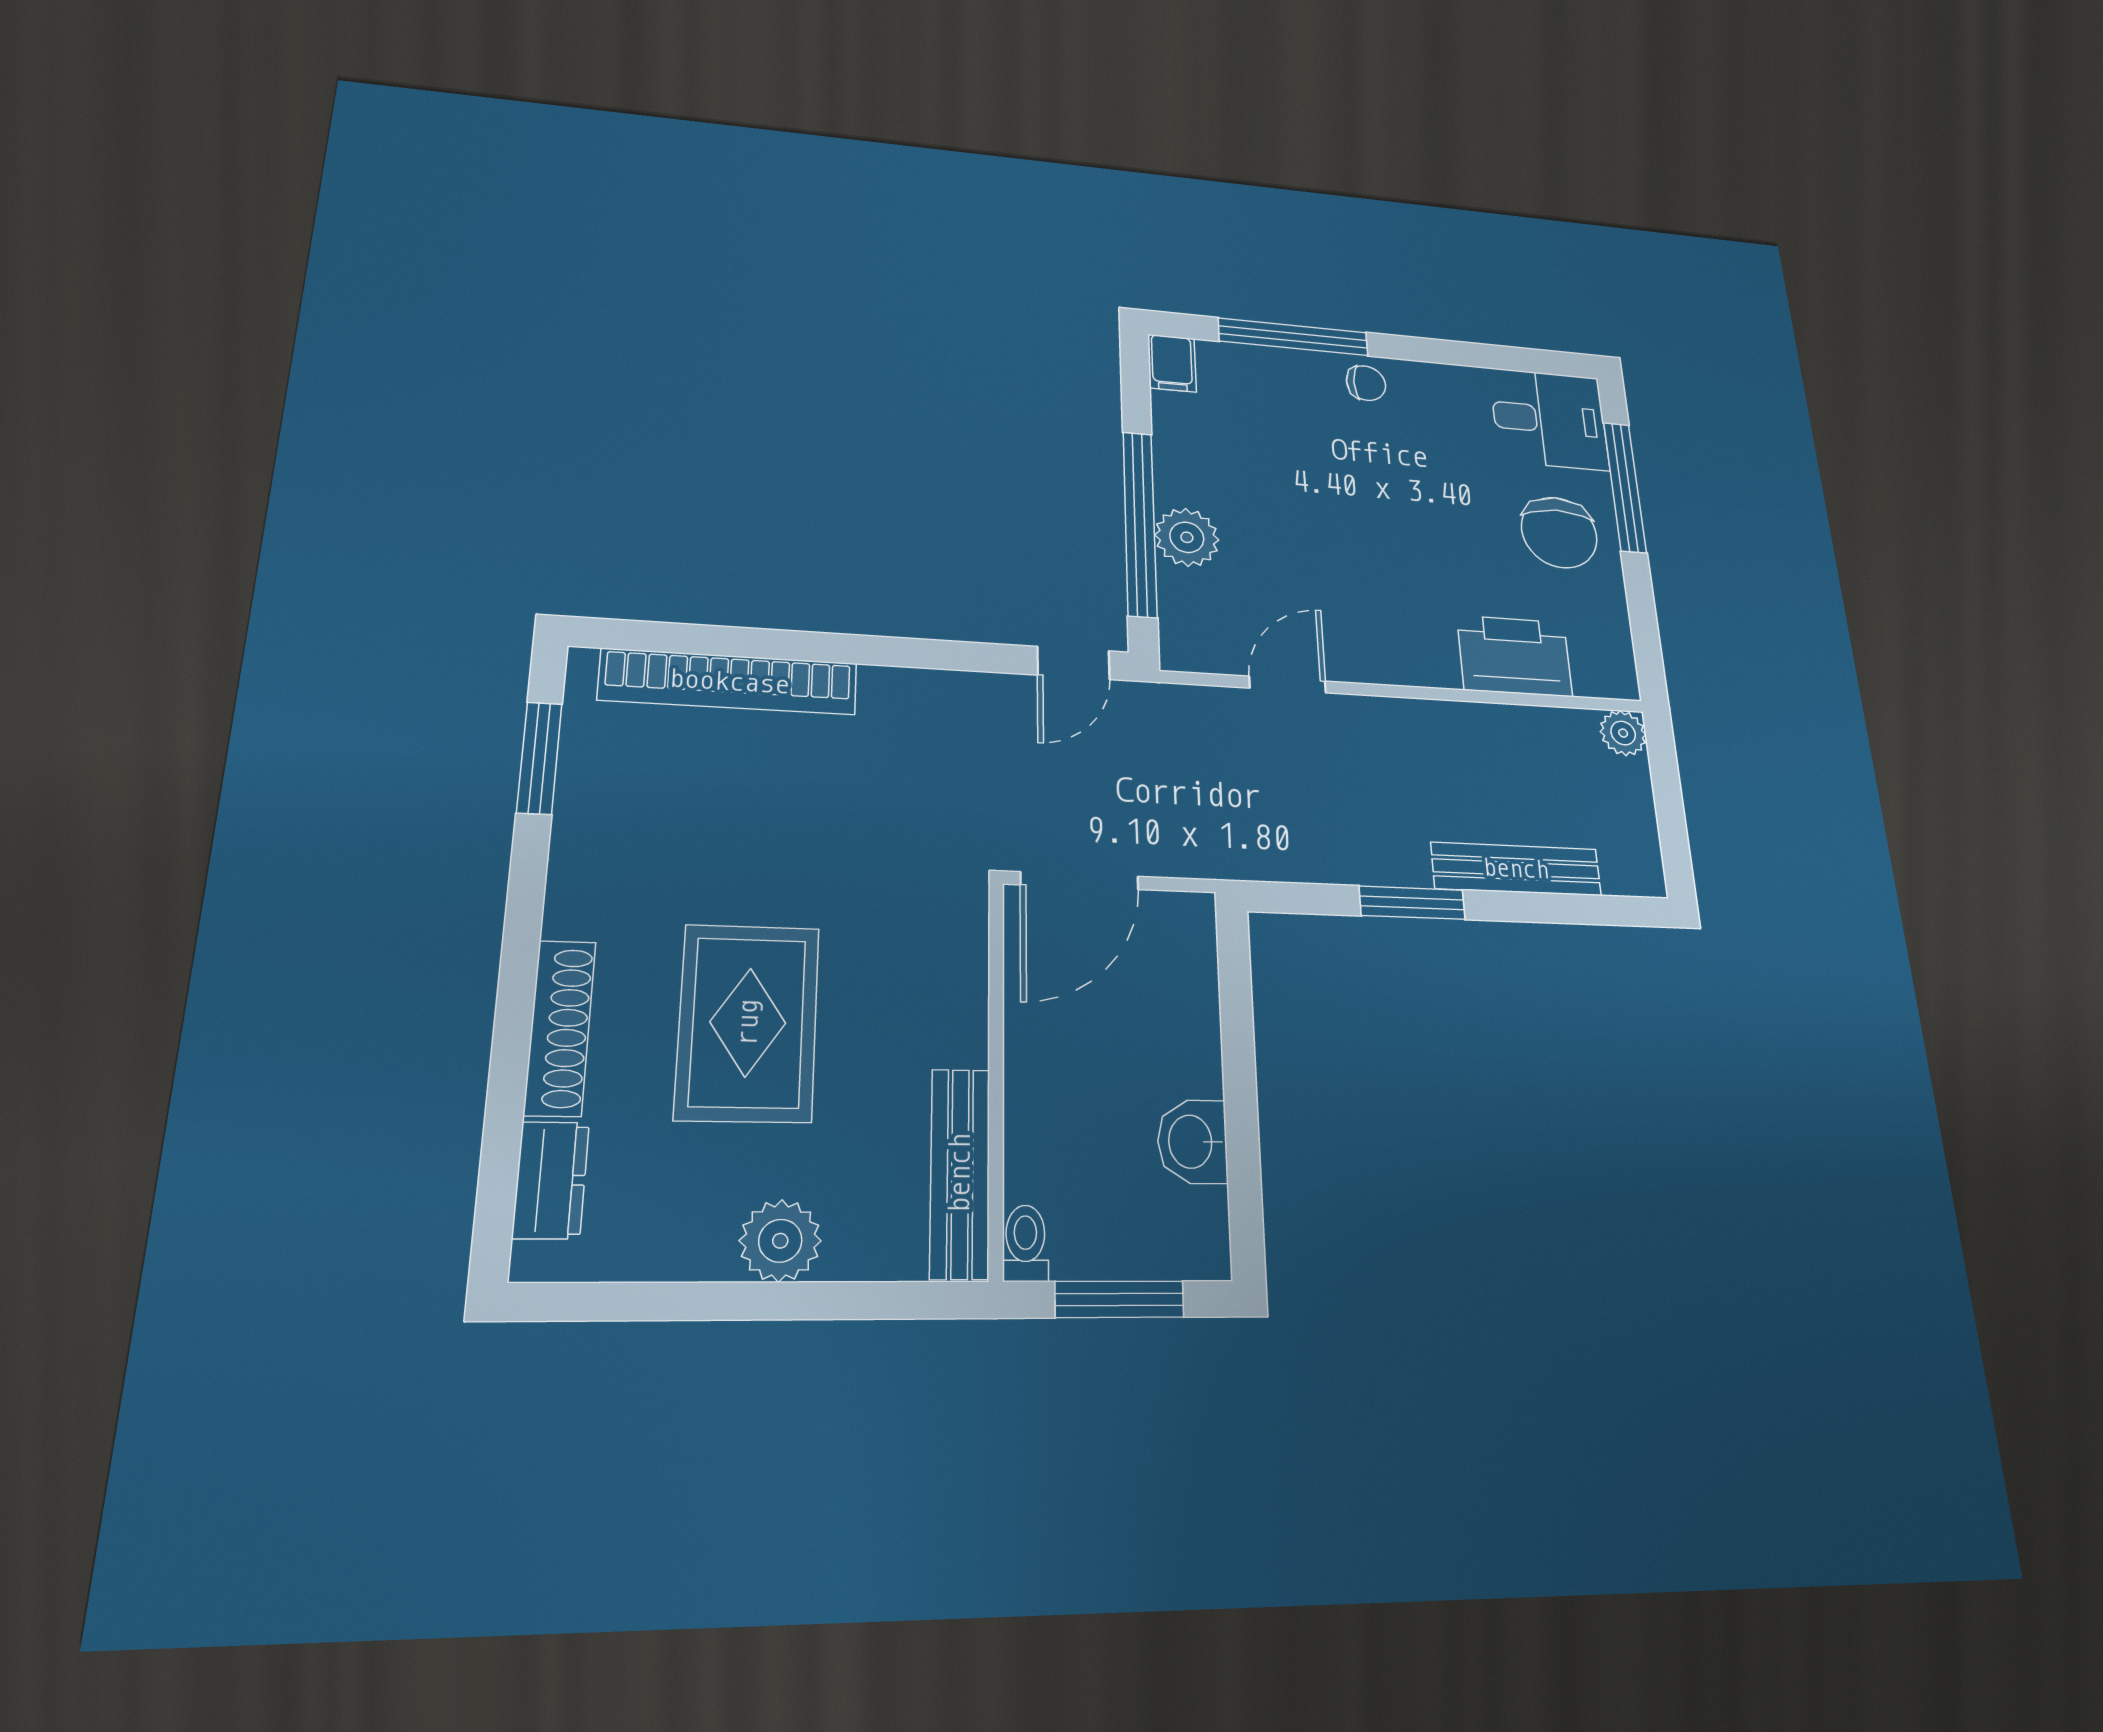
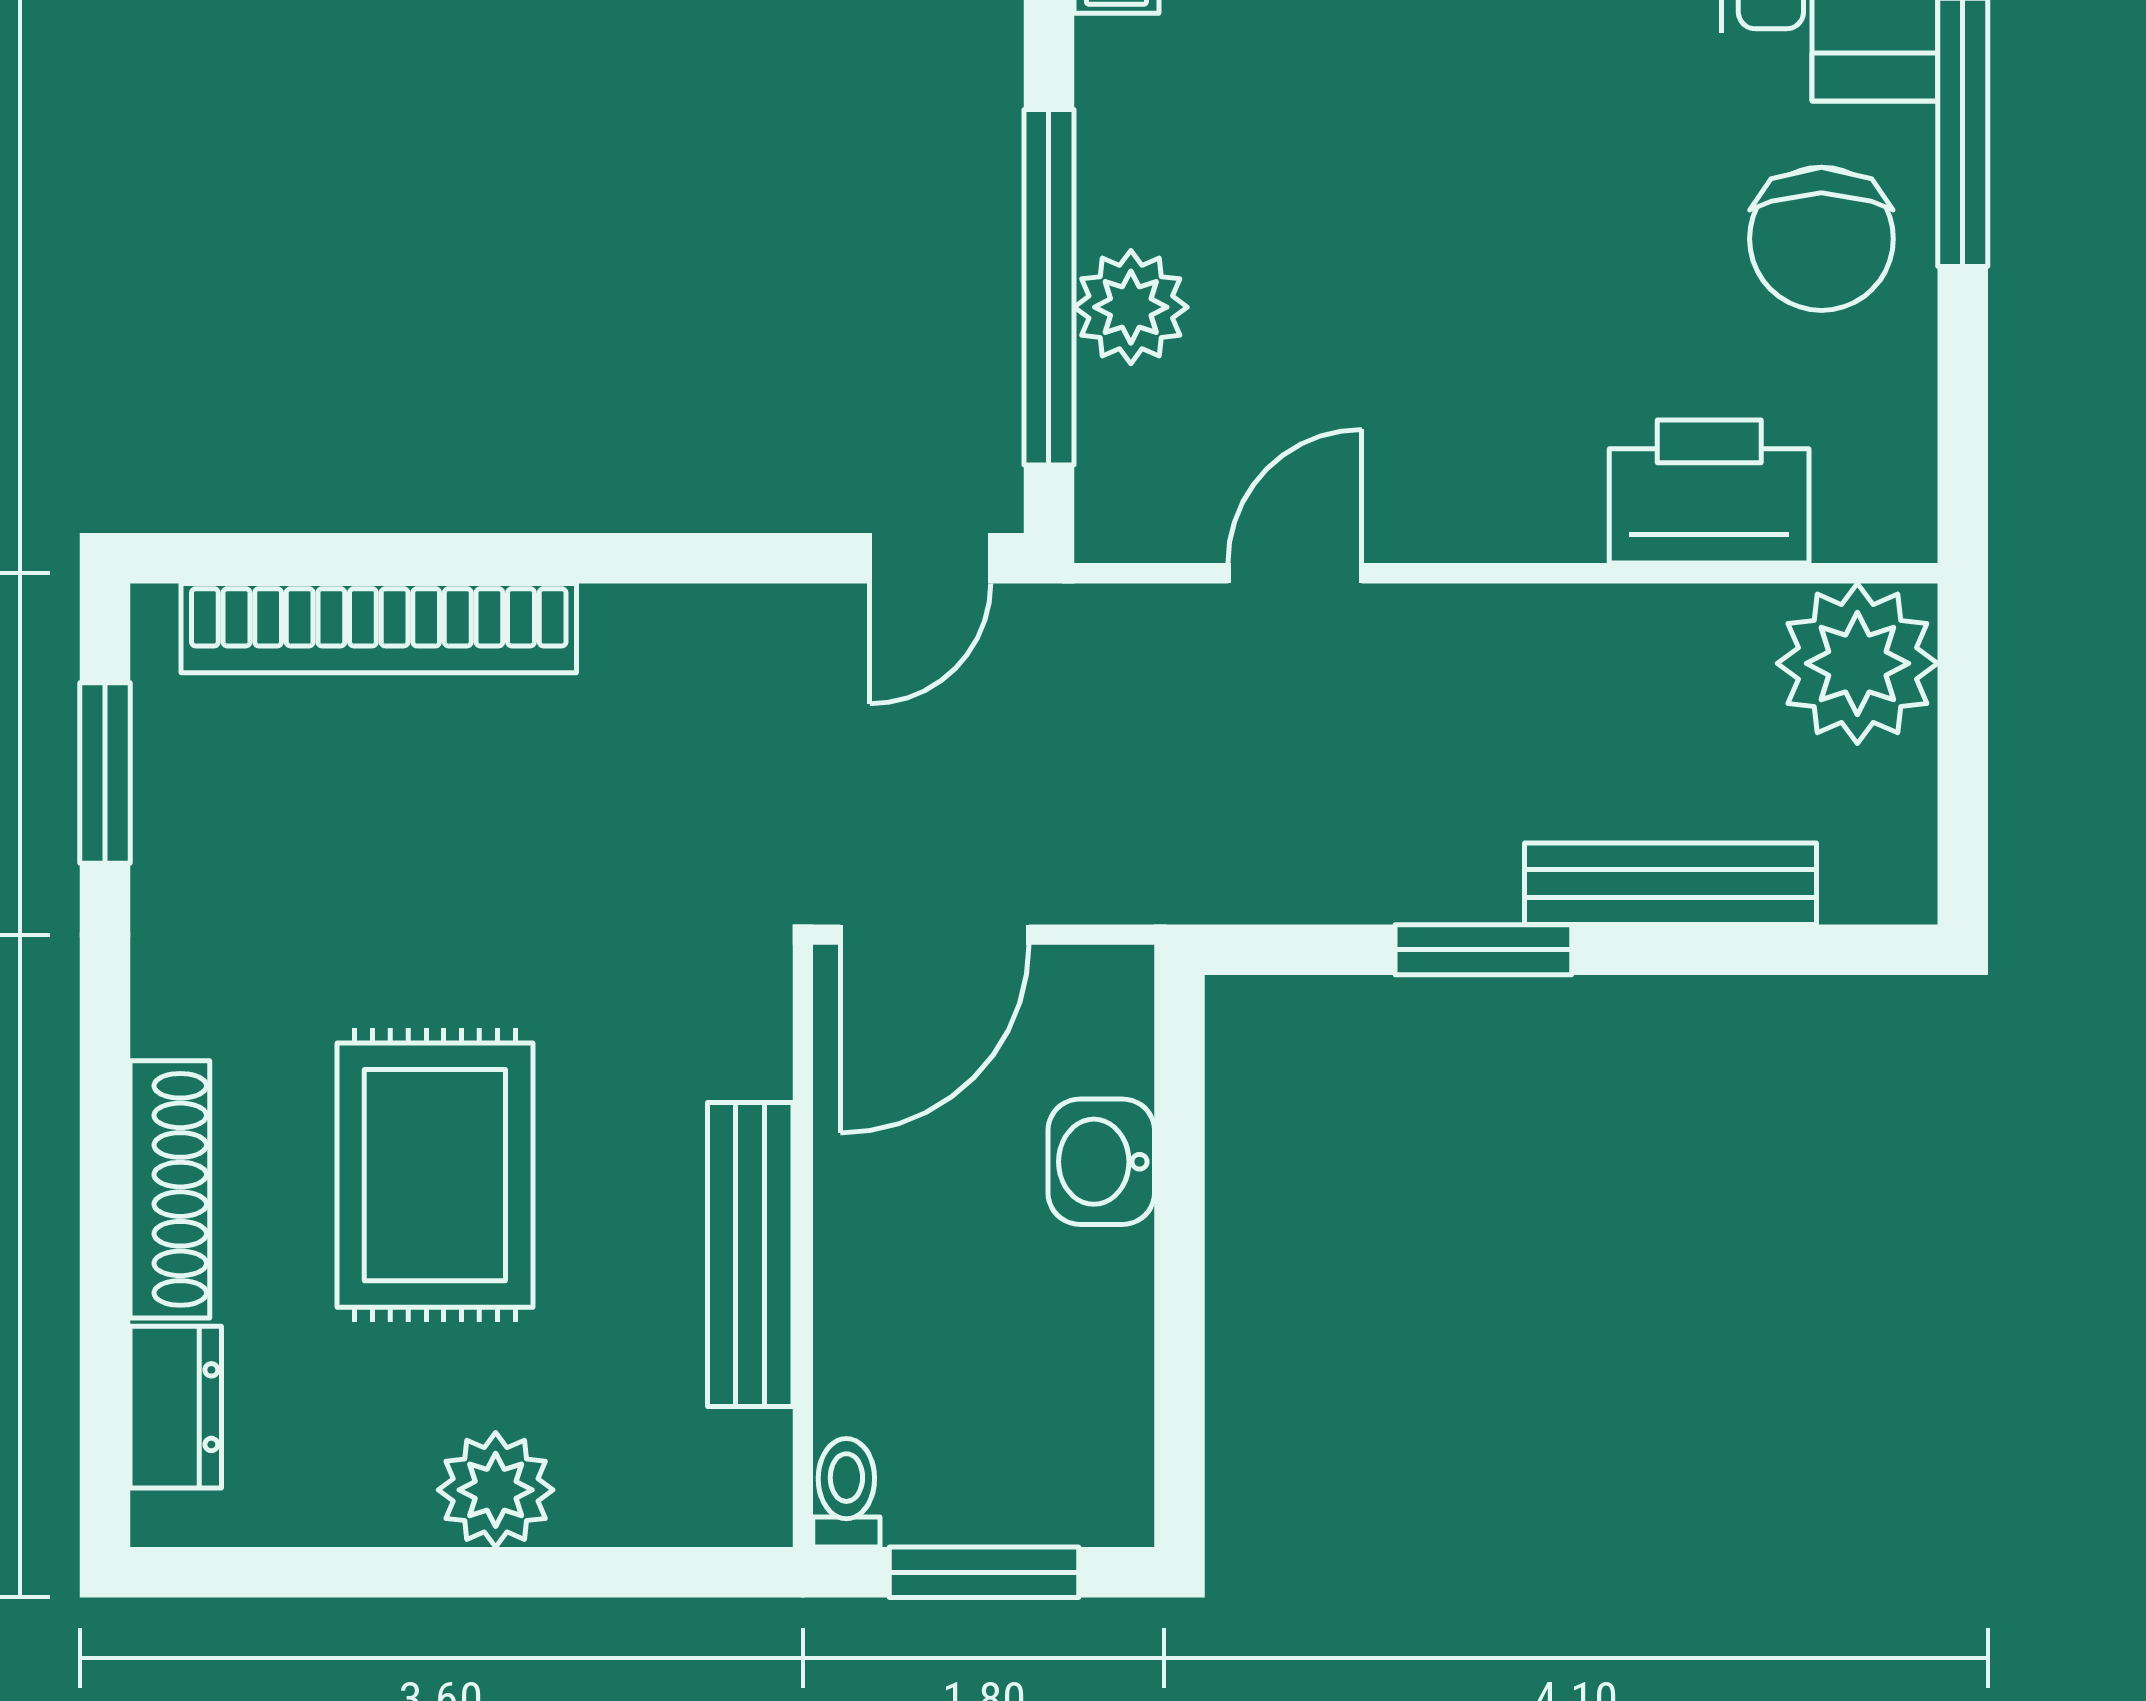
plant: (1623, 733) -> (1857, 663), width x1.87, depth x1.87
washbasin: (1192, 1142) -> (1101, 1162), moved
bench: (960, 1173) -> (750, 1255), moved

